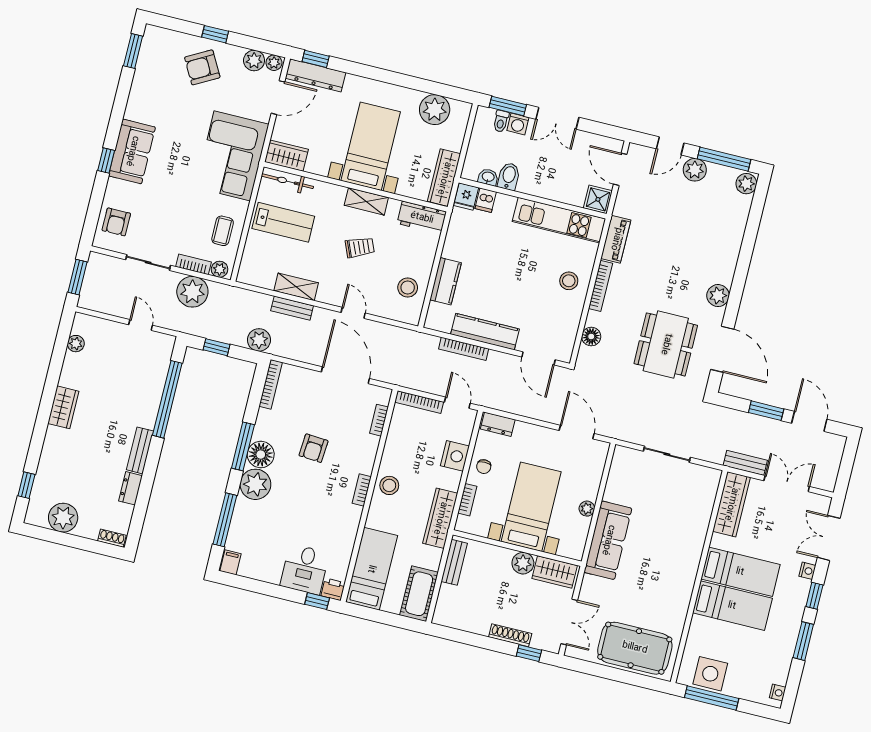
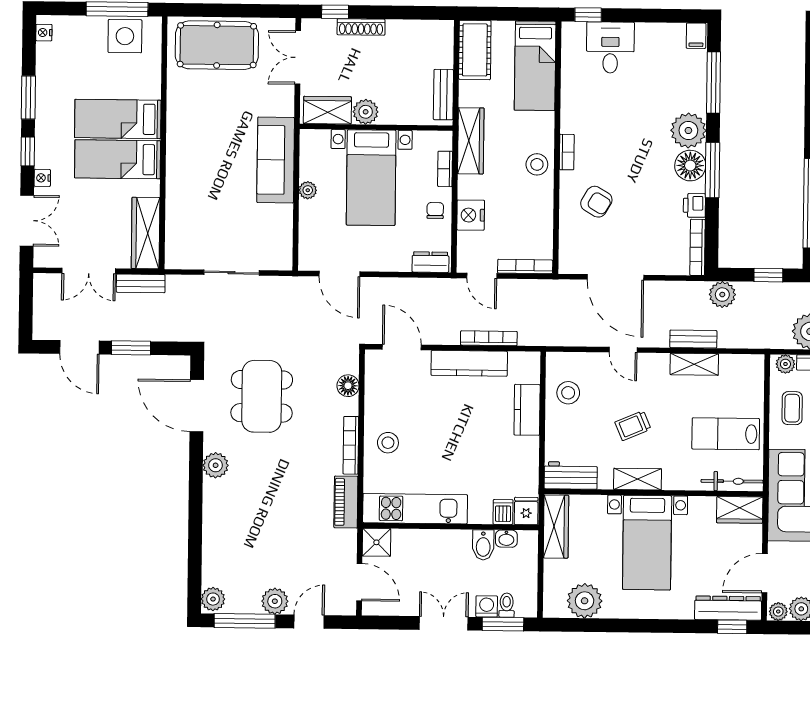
bookcase: (379, 420) -> (566, 235), removed
armchair: (314, 448) -> (596, 202), moved, turned 117
printer: (333, 589) -> (694, 205), moved, turned 90

